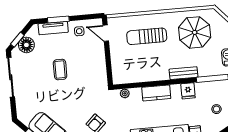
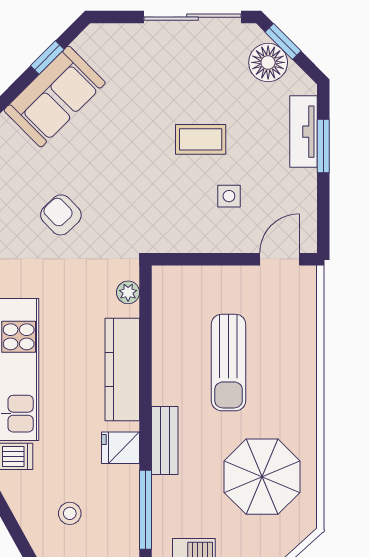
side table: (79, 31) -> (229, 196), moved
sun lounger: (147, 36) -> (229, 363), moved, turned 180
kitchen counter: (156, 93) -> (122, 369), width x1.50

